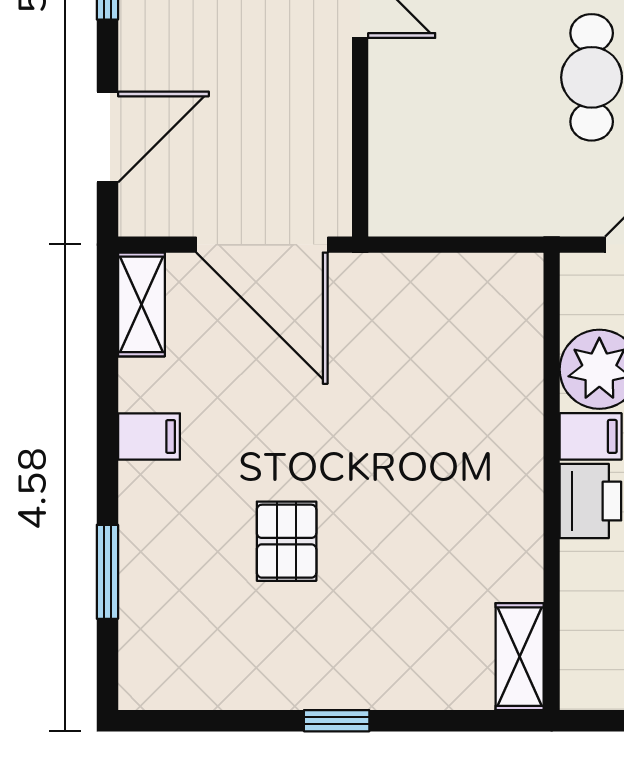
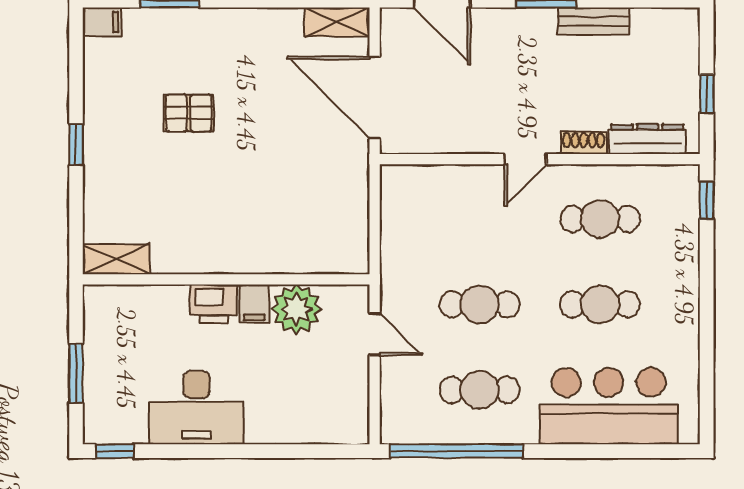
door: (262, 245) -> (375, 98), hinge flipped
filing cabinet: (149, 437) -> (102, 22), moved, turned -90

